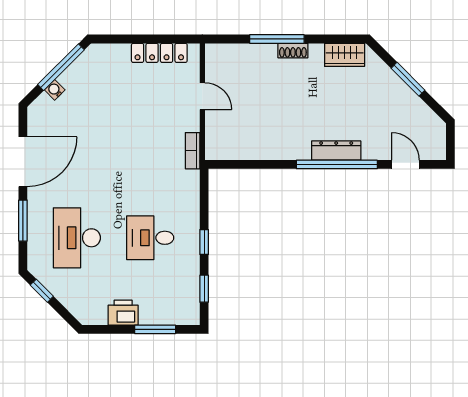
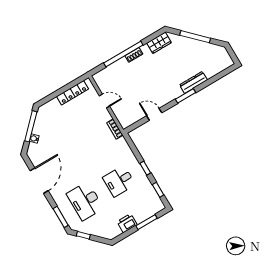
window: (277, 39) -> (123, 54), width x1.46
window: (408, 79) -> (195, 37), width x1.44
dresser: (336, 151) -> (193, 82), moved
window: (337, 164) -> (186, 96), width x0.47
door: (405, 164) -> (154, 114), moved
window: (23, 221) -> (61, 217), moved

